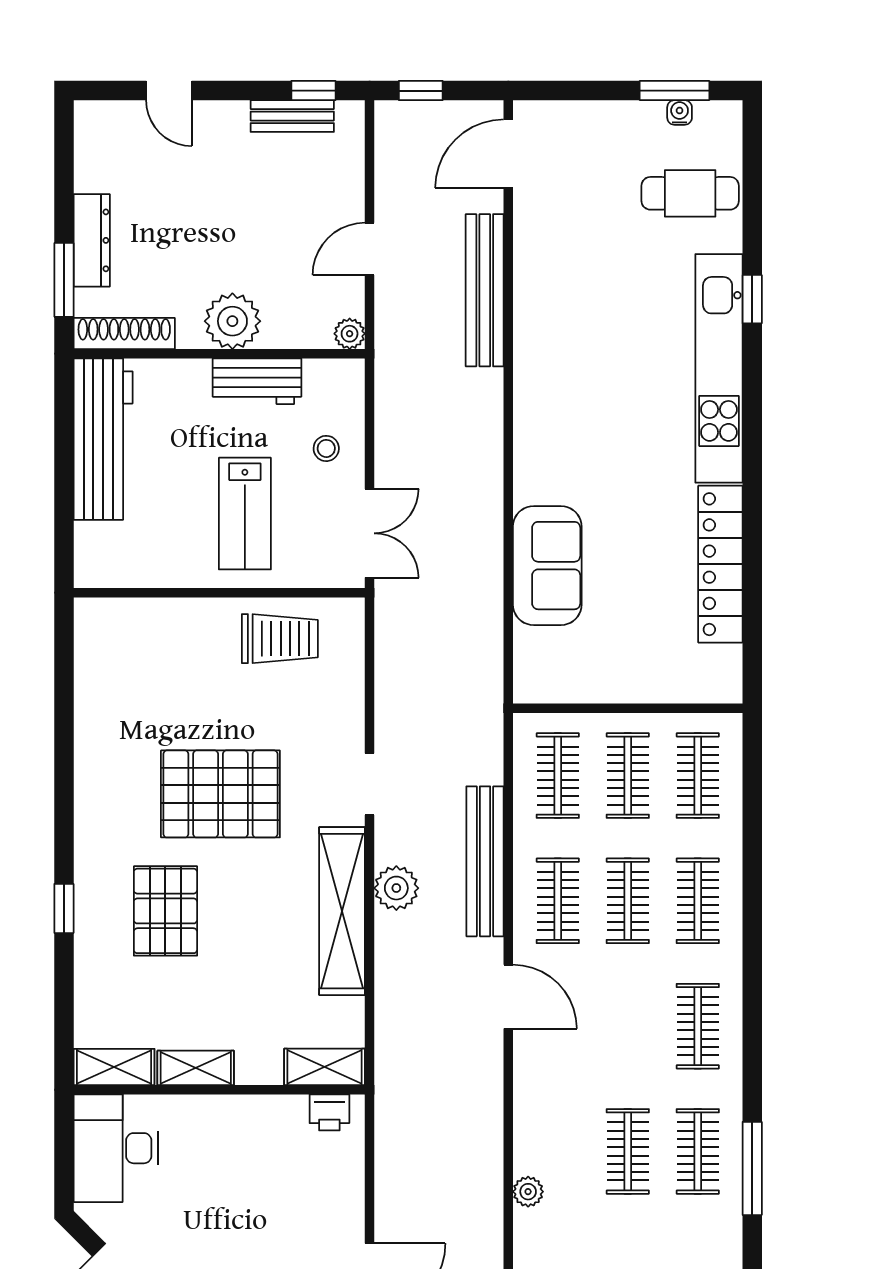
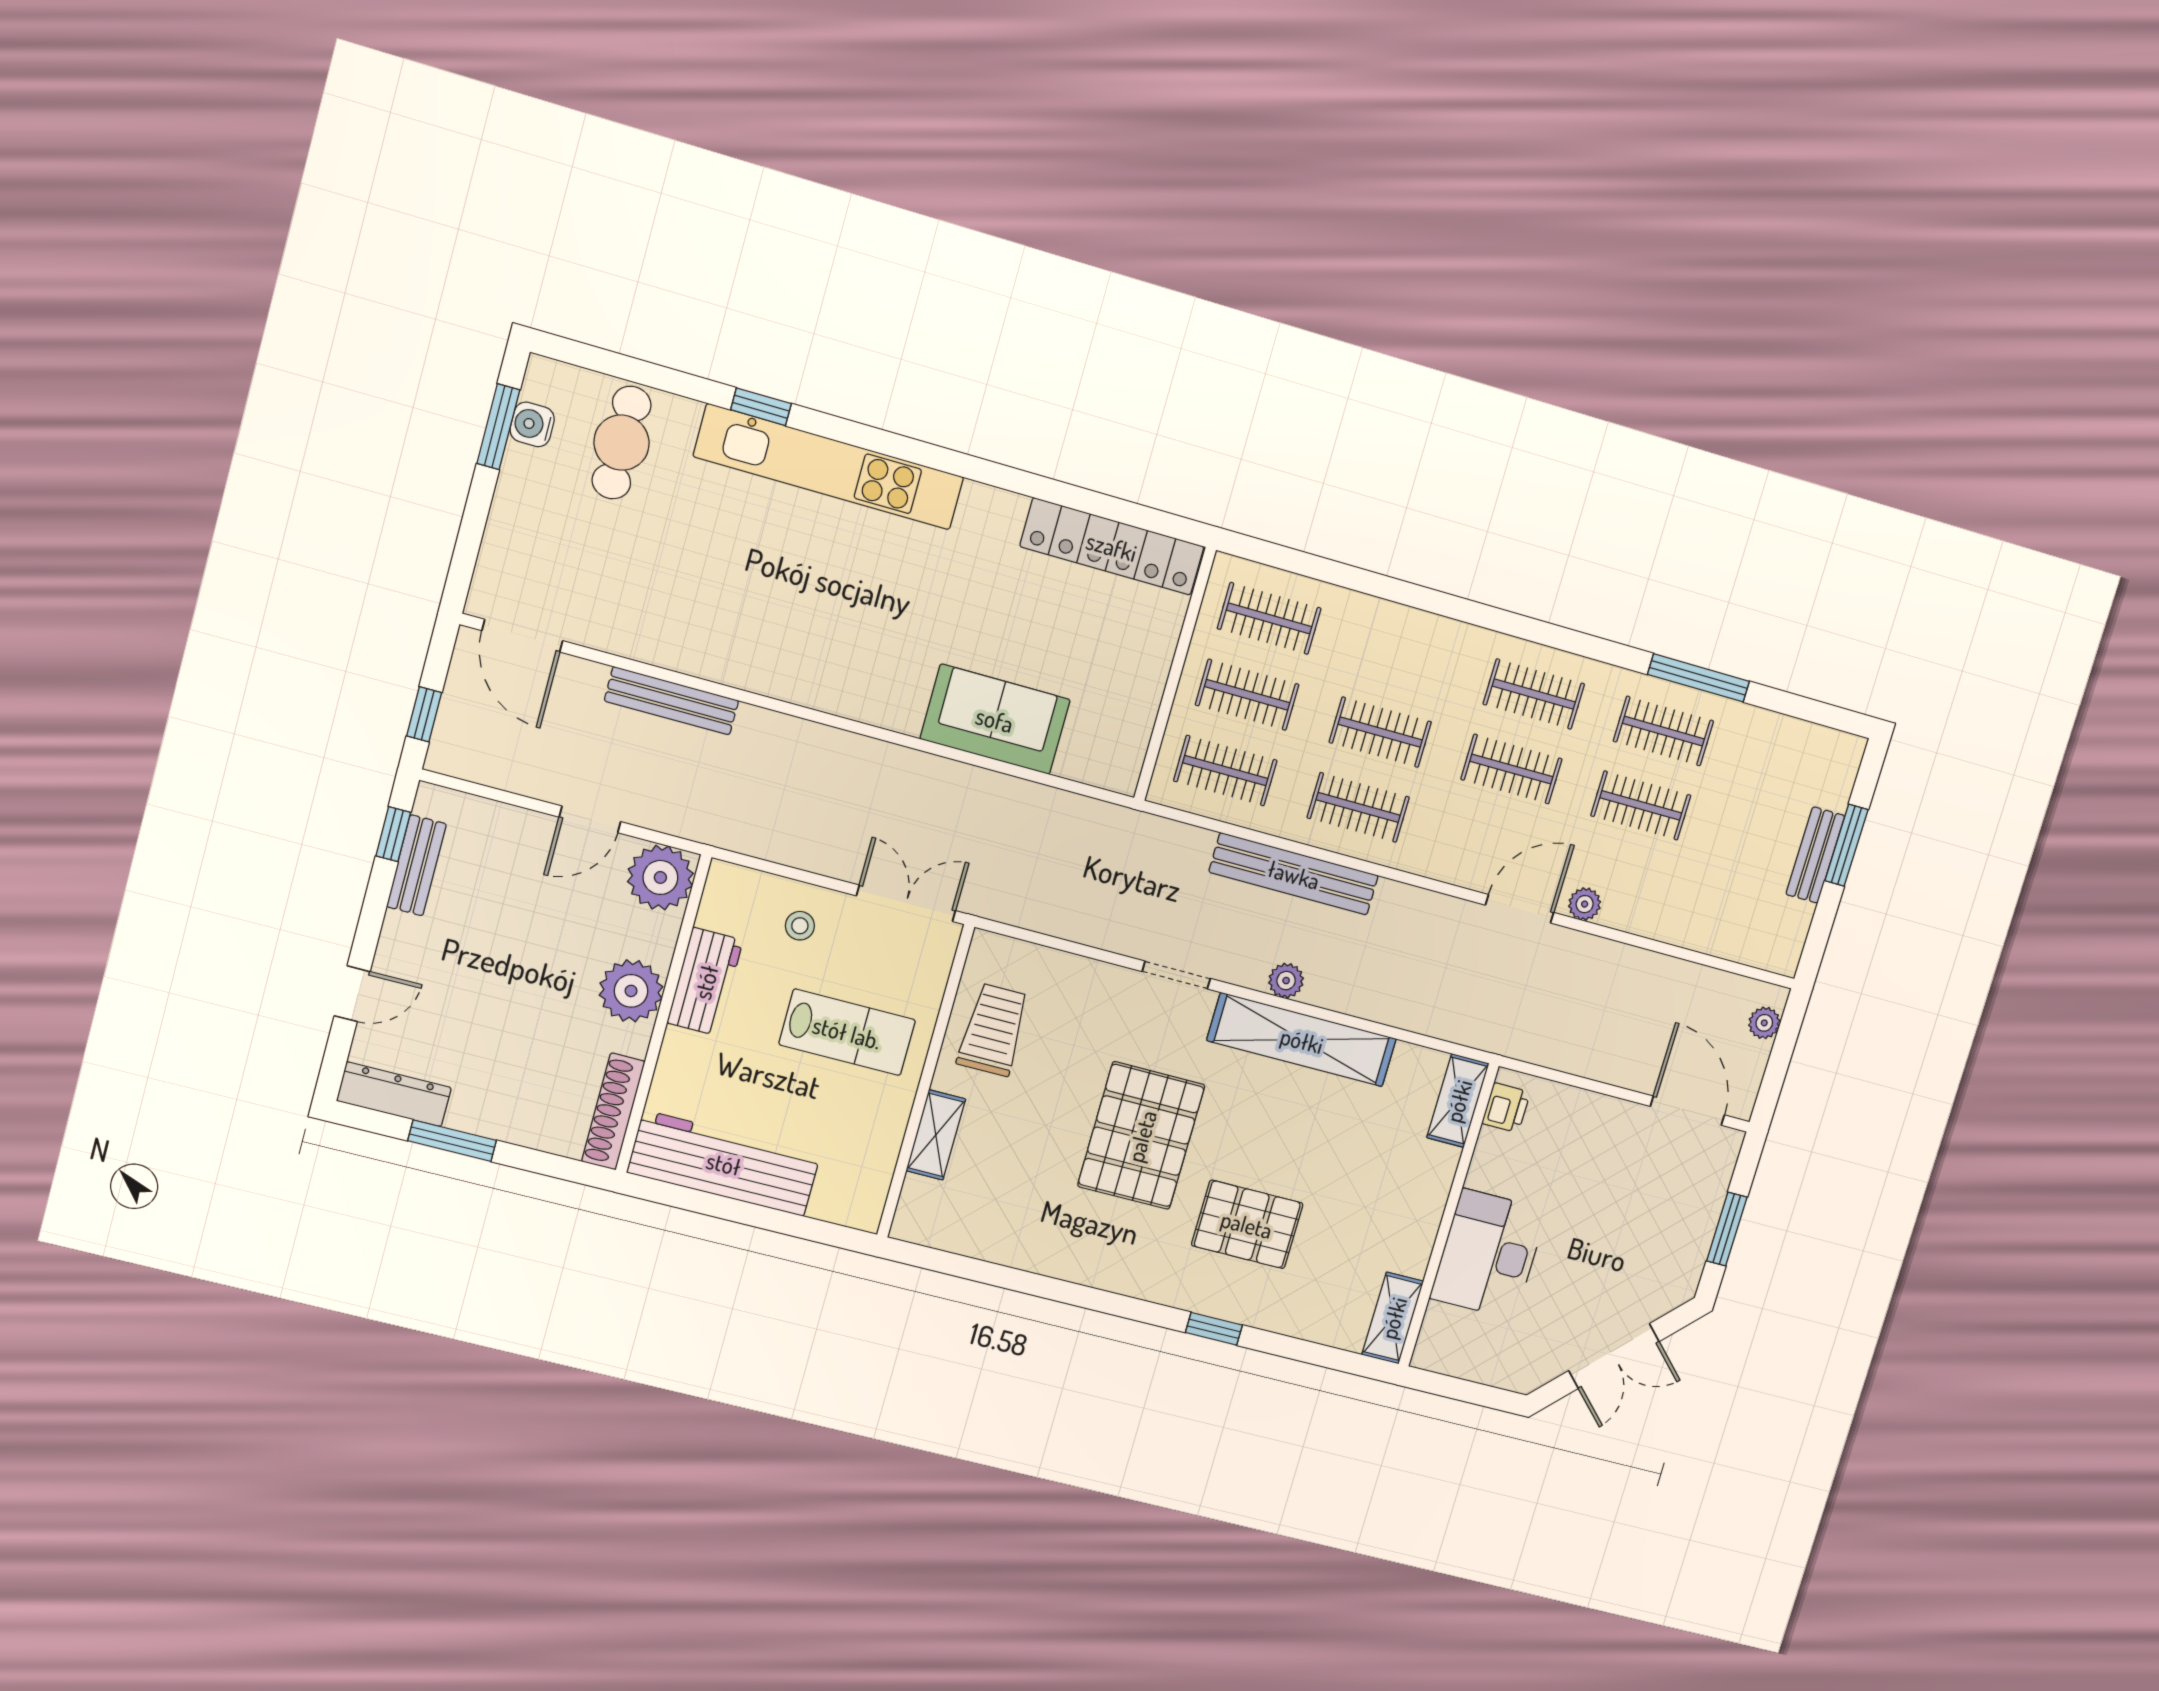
water cooler: (680, 112) -> (532, 424), width x1.38, depth x1.38
dresser: (92, 240) -> (394, 1094), moved
door: (370, 249) -> (590, 819), hinge flipped
window: (64, 280) -> (452, 1141), moved
bench: (485, 290) -> (672, 701), width x0.73, depth x0.82
plant: (350, 334) -> (660, 877), width x1.88, depth x1.88
locker: (720, 564) -> (1112, 546), moved
plant: (396, 888) -> (1286, 981), width x0.73, depth x0.73
clothes rail: (698, 901) -> (1511, 769), moved
door: (508, 997) -> (1520, 909), moved
shelving: (196, 1068) -> (936, 1135), moved
desk: (116, 1148) -> (1488, 1254), moved, turned 90
plant: (528, 1192) -> (1585, 904), moved

